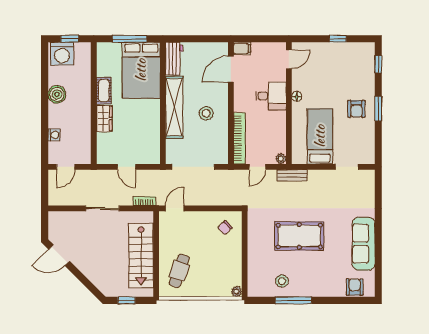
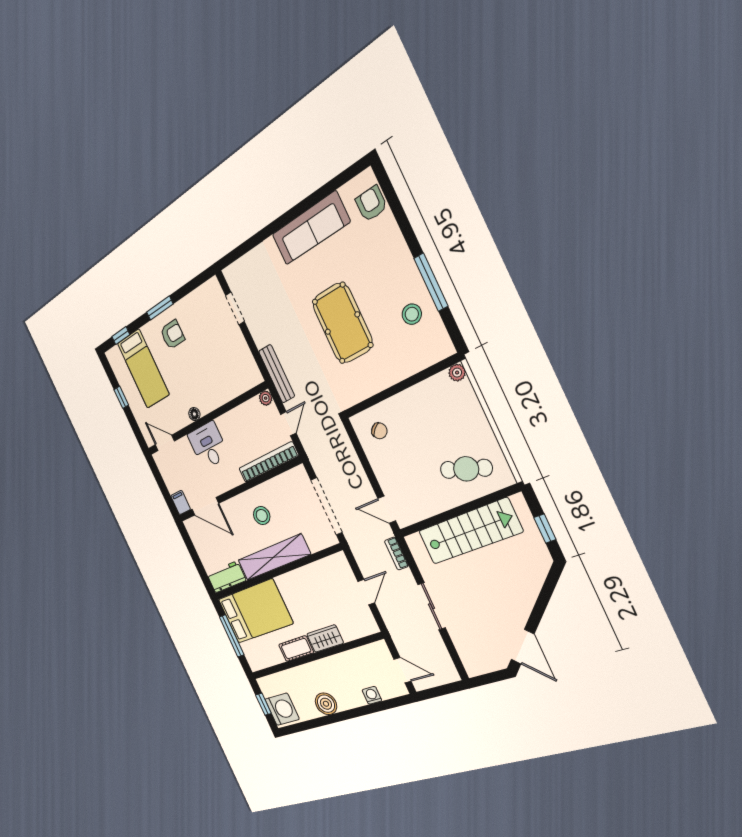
bed: (320, 136) -> (143, 369), moved, turned -90
door: (257, 167) -> (288, 424), hinge flipped
bench: (292, 175) -> (277, 374), width x1.36
armchair: (355, 287) -> (371, 204), turned 90

